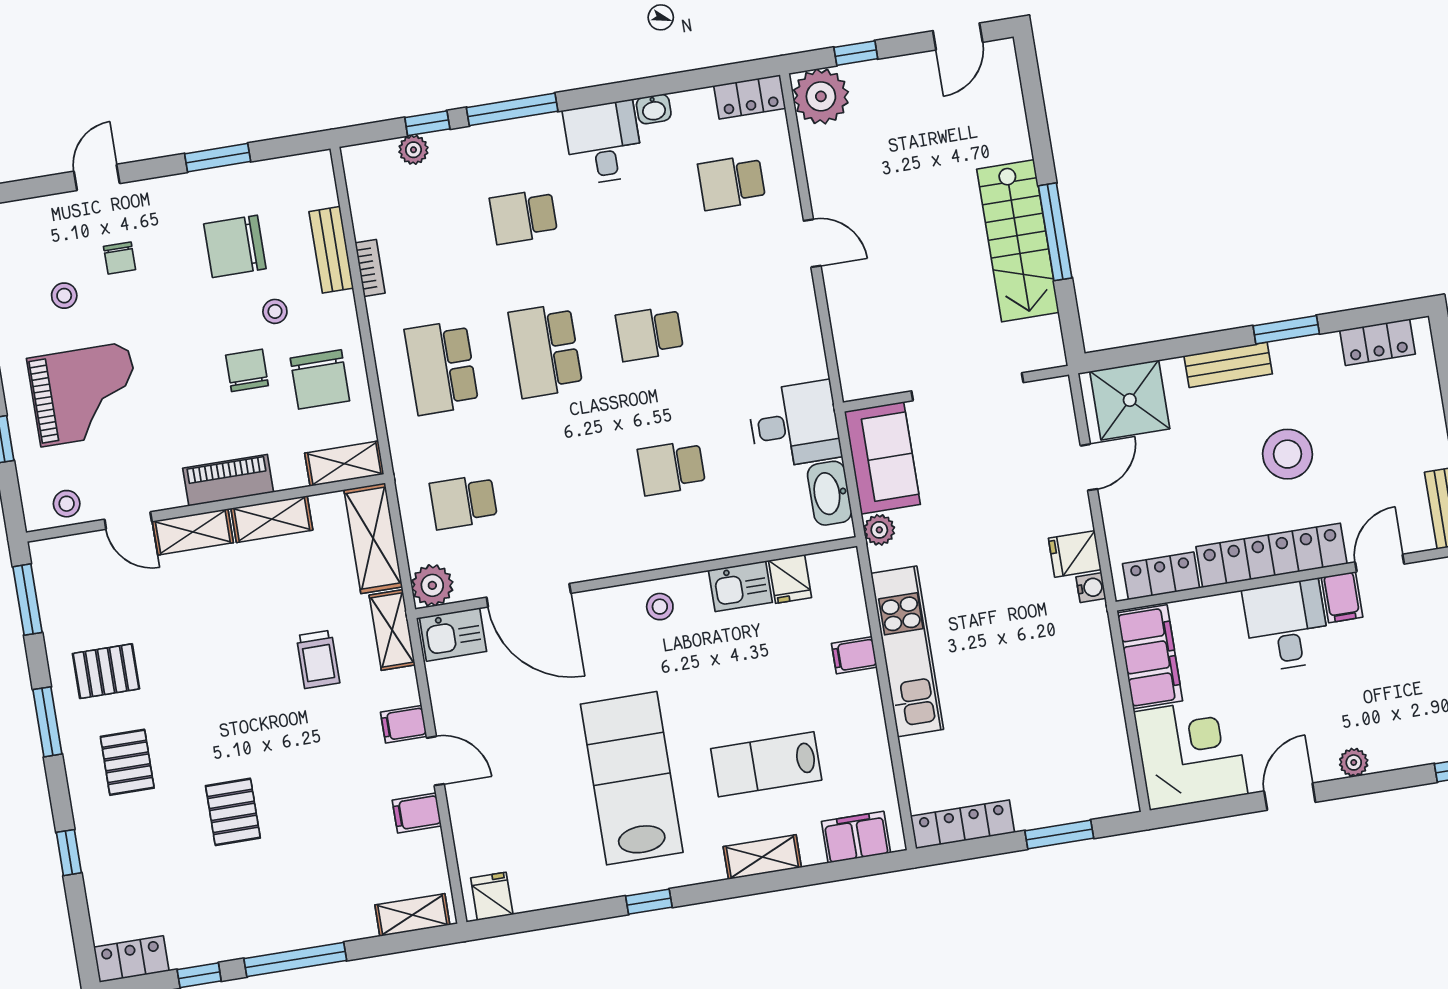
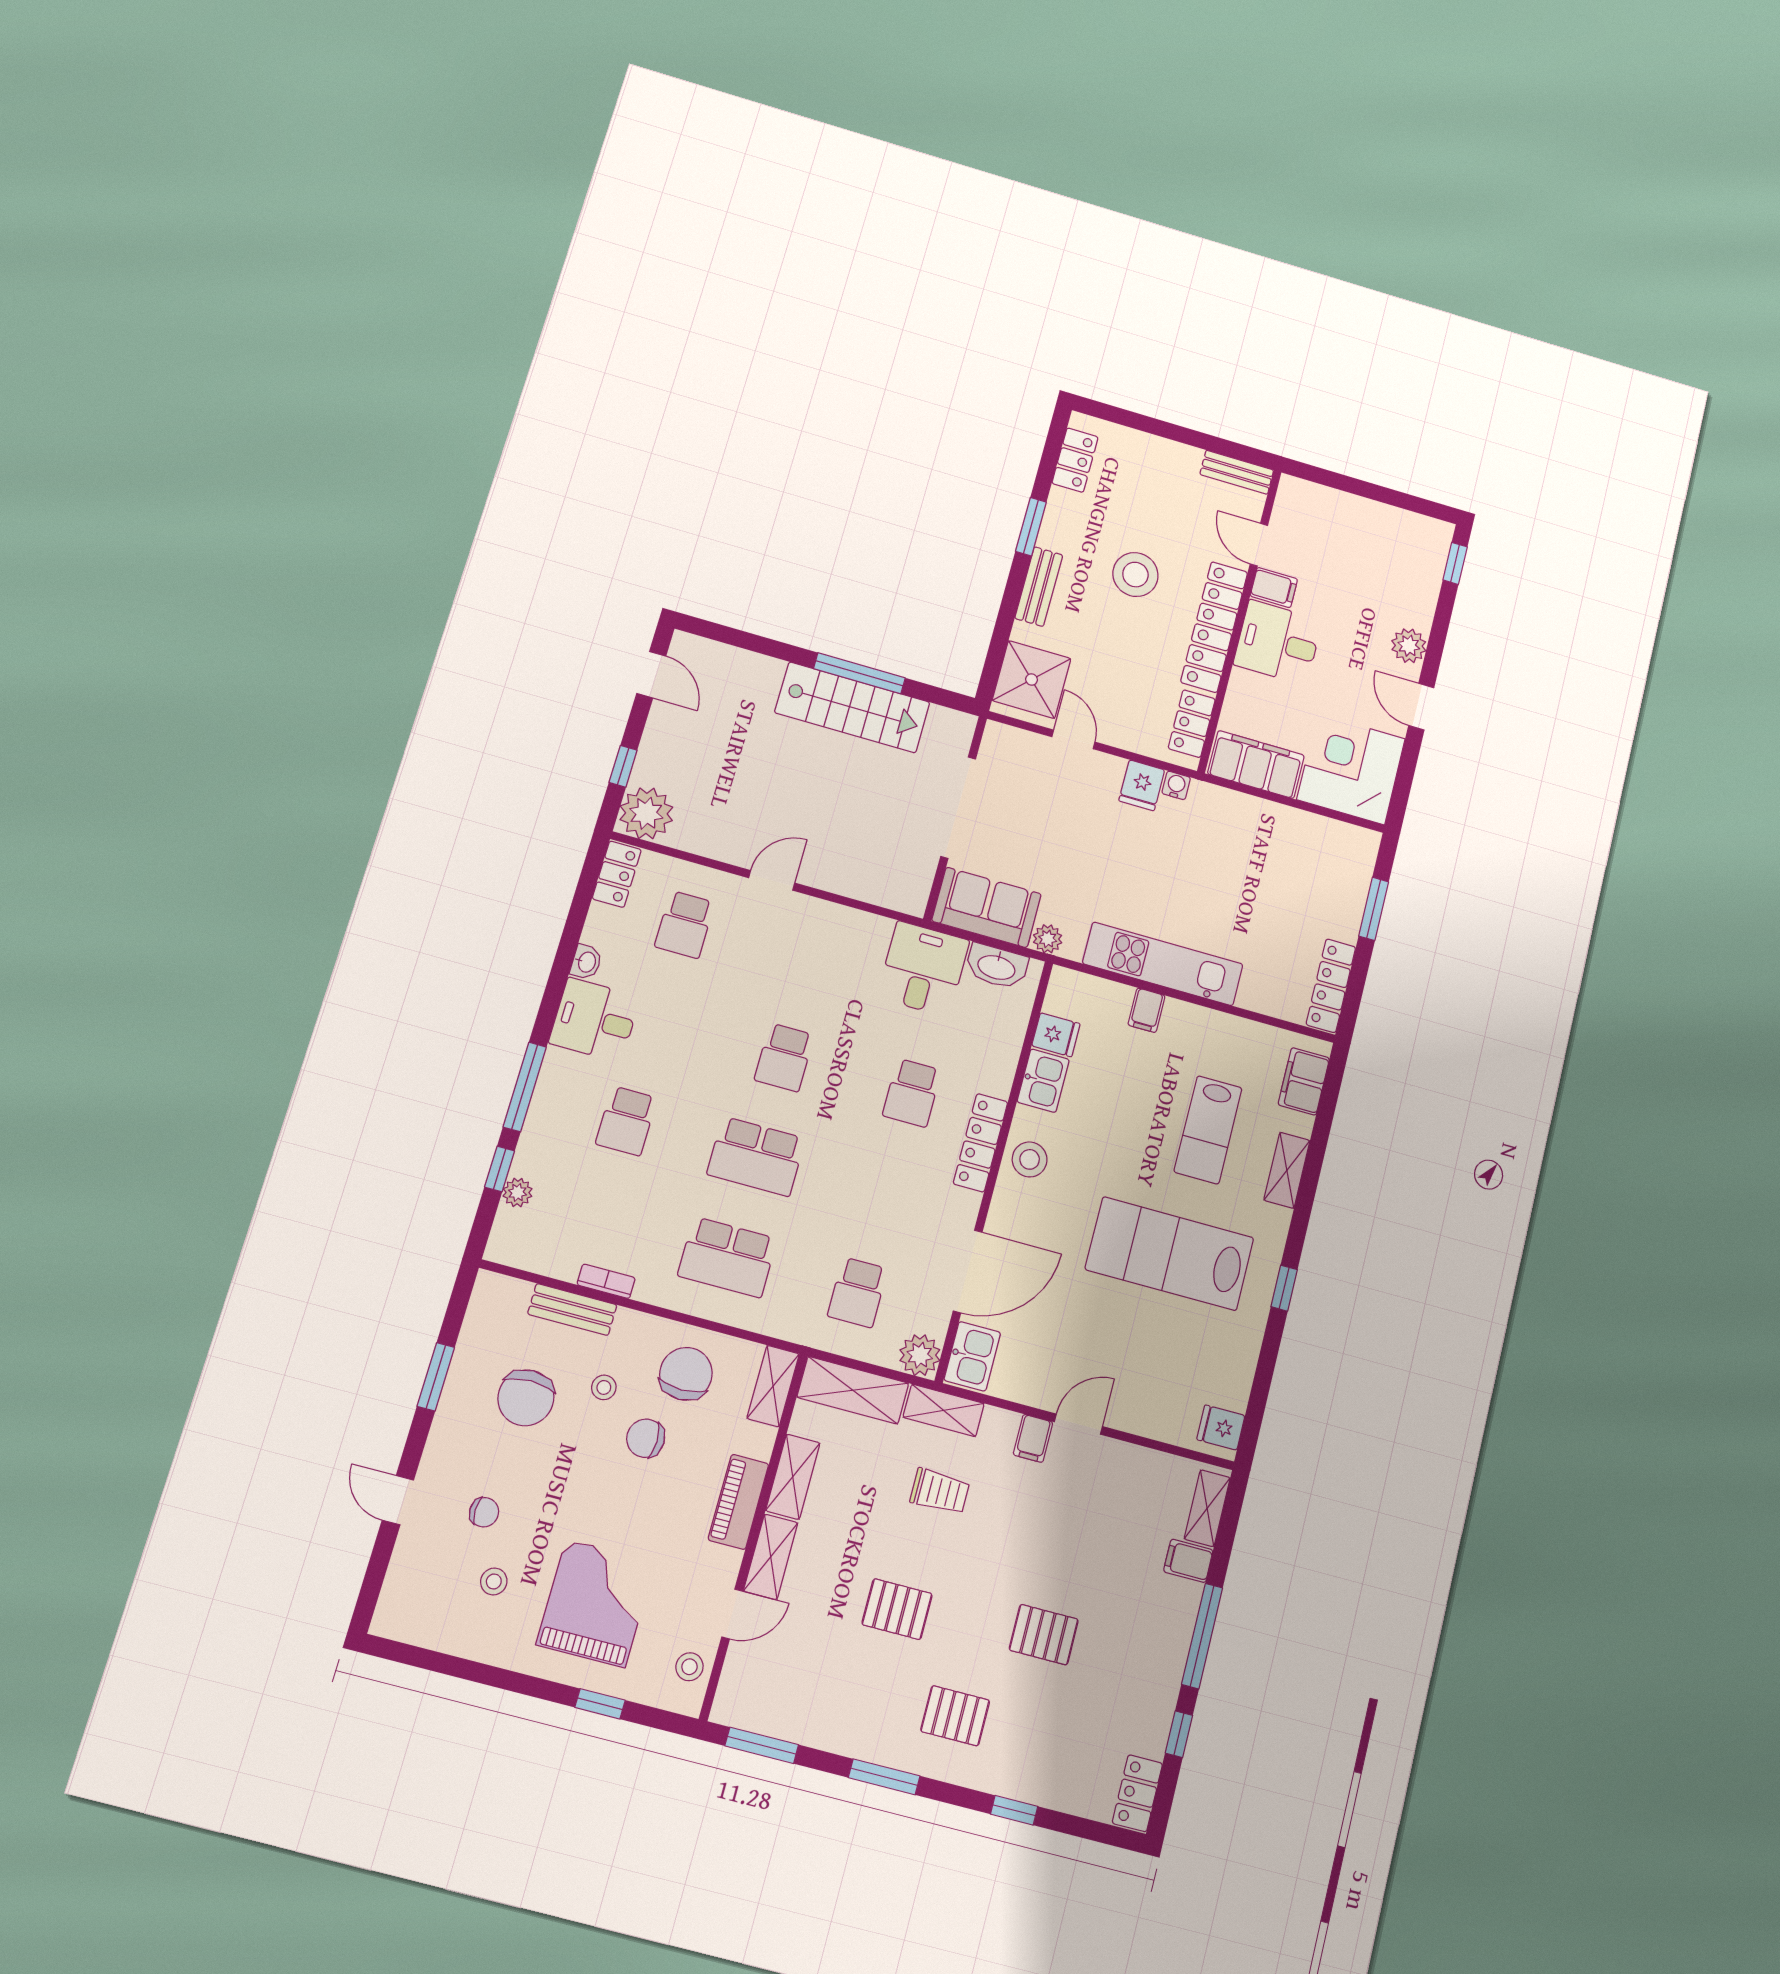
chair: (320, 379) -> (686, 1374), turned -90
locker: (654, 553) -> (981, 1143), added
stool: (660, 607) -> (1030, 1159), width x1.37, depth x1.37
pallet: (106, 671) -> (897, 1609), moved, turned 90
plant: (1354, 762) -> (1409, 646), width x1.38, depth x1.38
filing cabinet: (417, 813) -> (1188, 1561), moved, turned 90

